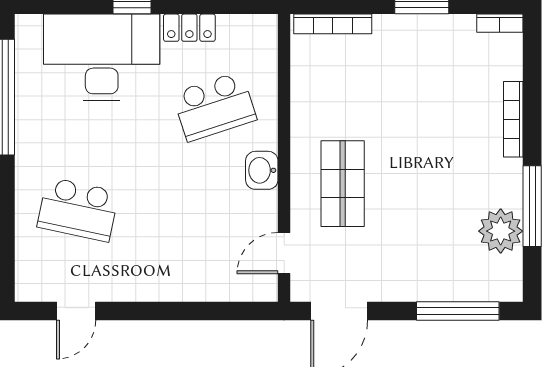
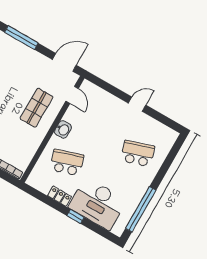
school desk: (78, 209) -> (138, 154), turned -30
door: (284, 253) -> (72, 95), hinge flipped
door: (76, 311) -> (137, 104), moved

